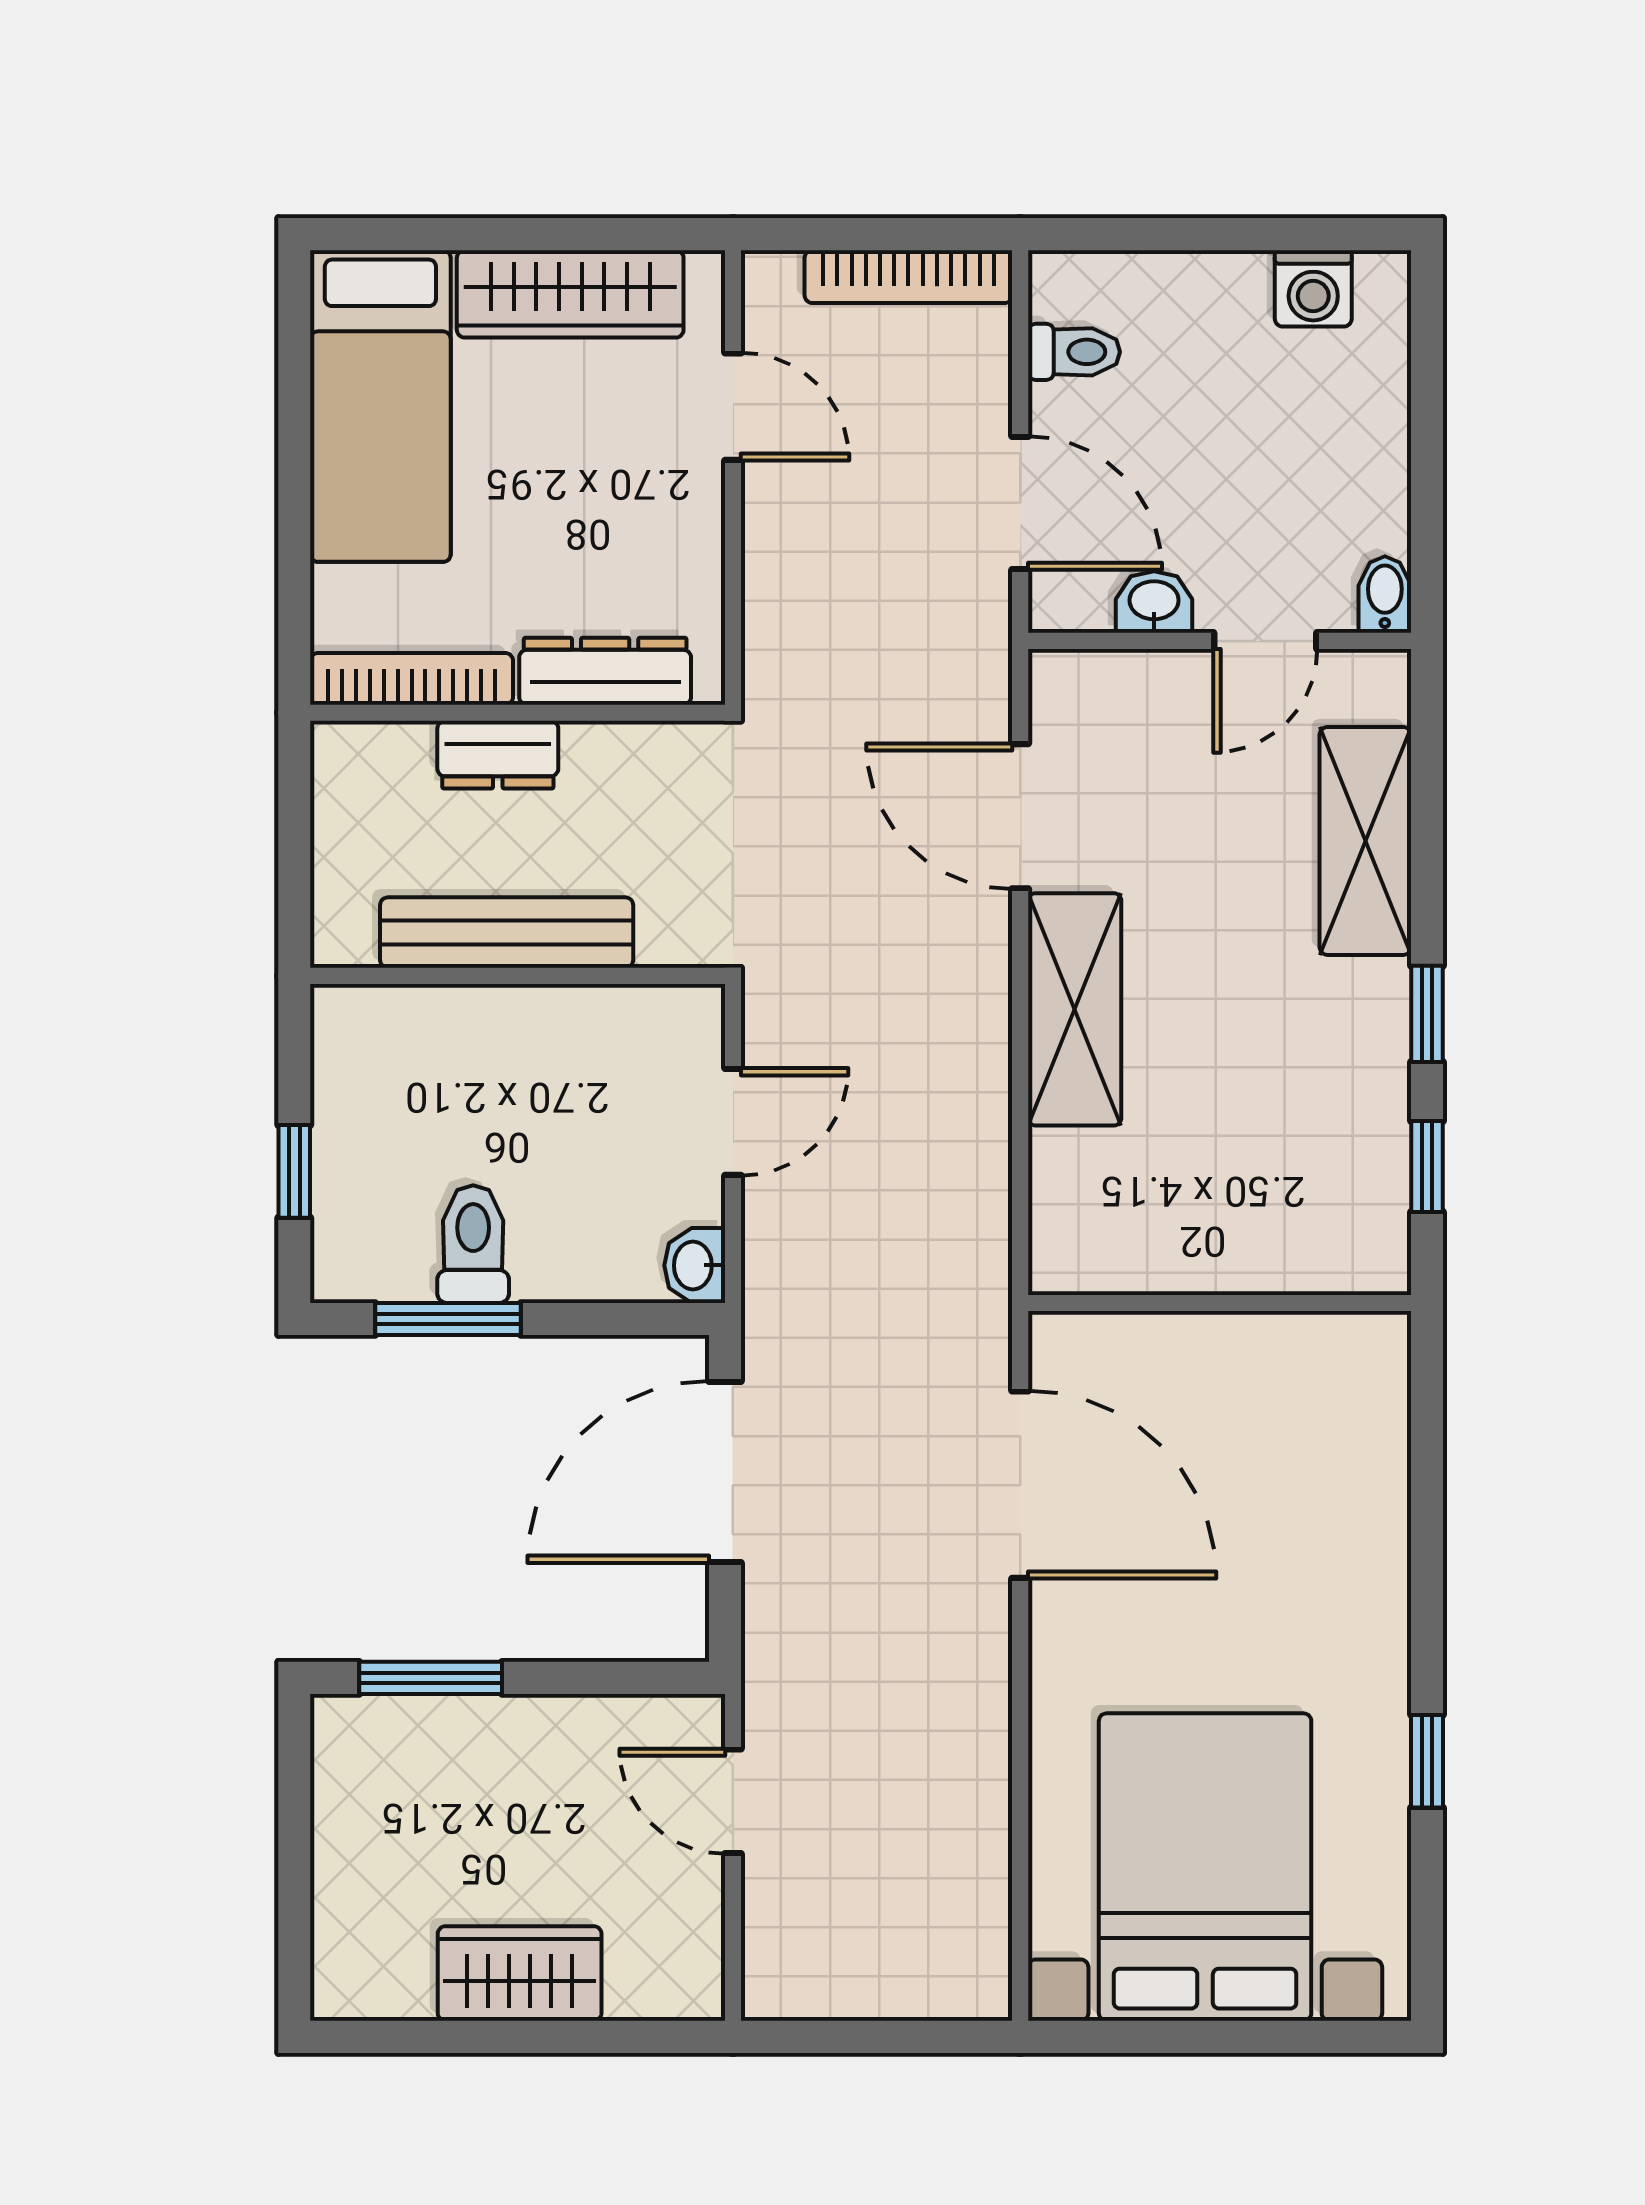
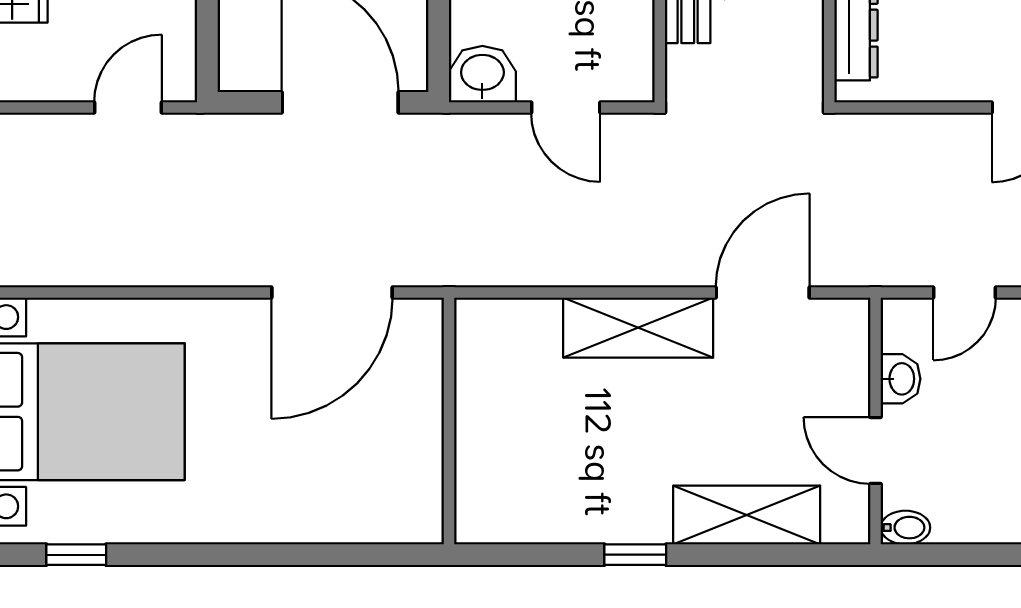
door: (1020, 503) -> (964, 293), width x0.73
window: (1427, 1166) -> (537, 555), removed
washbasin: (695, 1265) -> (482, 74), width x1.38, depth x1.45
window: (1427, 1761) -> (76, 555), moved

